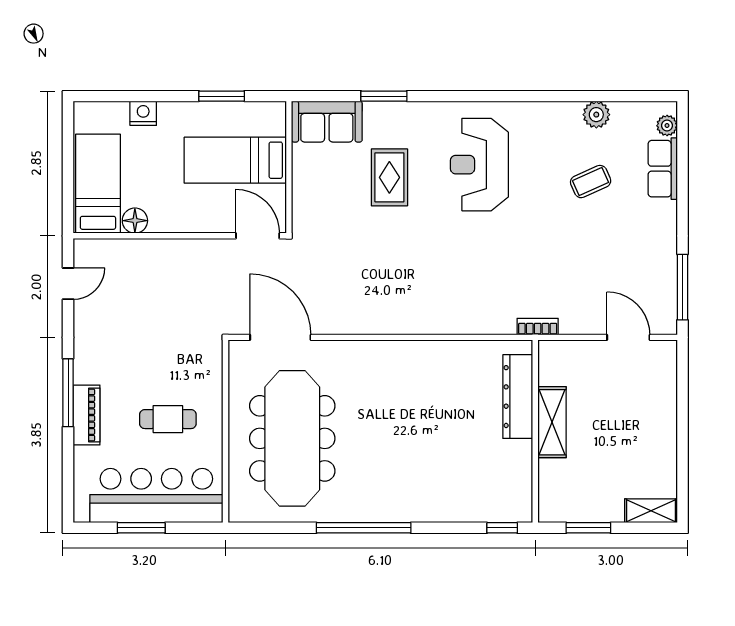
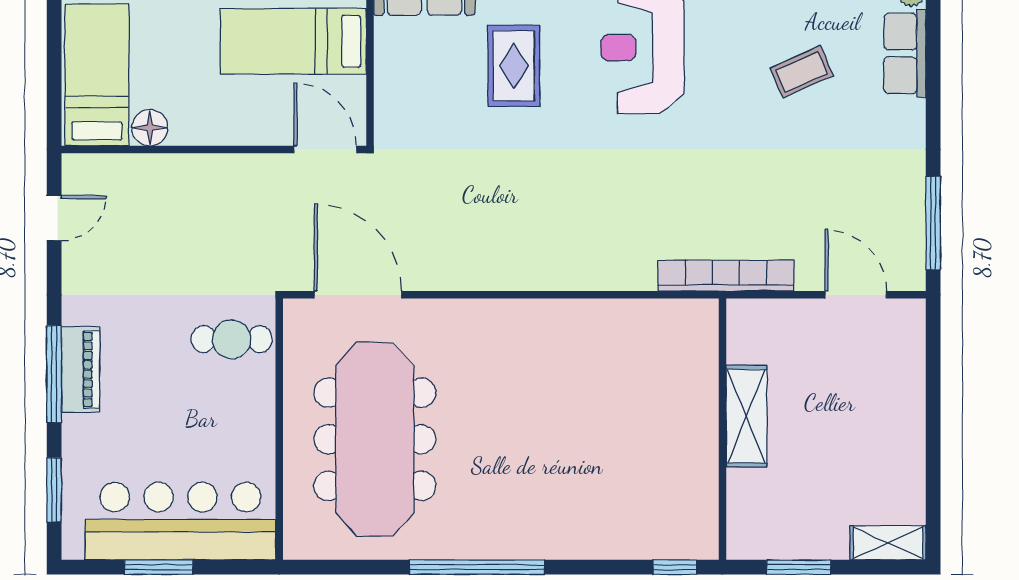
bookcase: (538, 327) -> (726, 276), width x2.31, depth x1.31
dresser: (518, 397) -> (697, 379), removed
piano: (87, 415) -> (80, 370), moved
cafe table: (168, 419) -> (232, 339), moved
window: (68, 474) -> (54, 490), added

